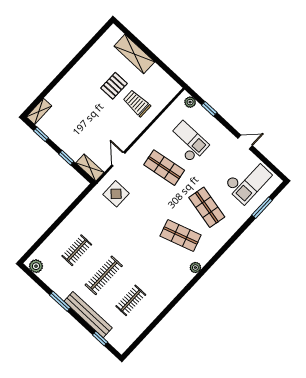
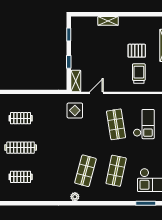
shelving: (39, 111) -> (108, 21), moved
shop shelf: (181, 235) -> (85, 171), turned 33

